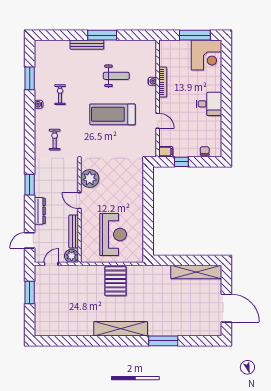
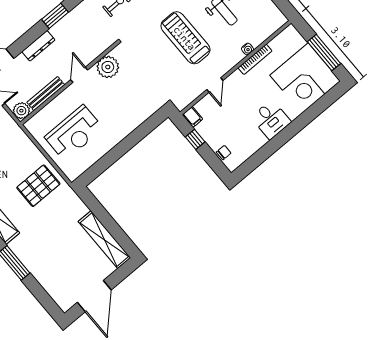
corner desk: (206, 55) -> (305, 78), width x1.36, depth x1.36
pallet: (115, 281) -> (38, 186), moved

